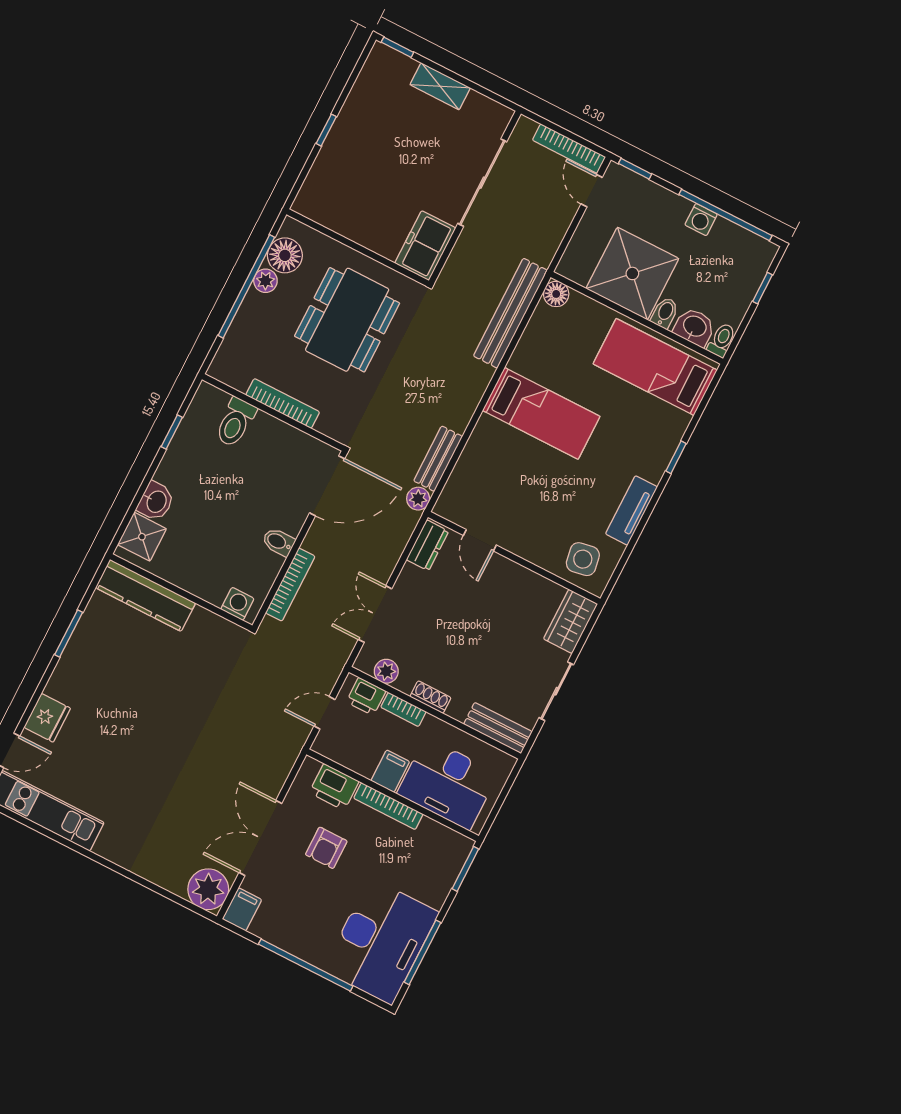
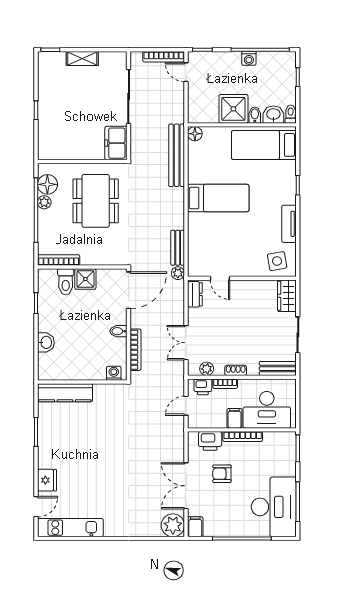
shower: (632, 273) -> (233, 109), width x0.73, depth x0.73
bookcase: (283, 404) -> (59, 260), moved
shower: (142, 537) -> (85, 279), moved
armchair: (326, 848) -> (222, 474), turned 90

